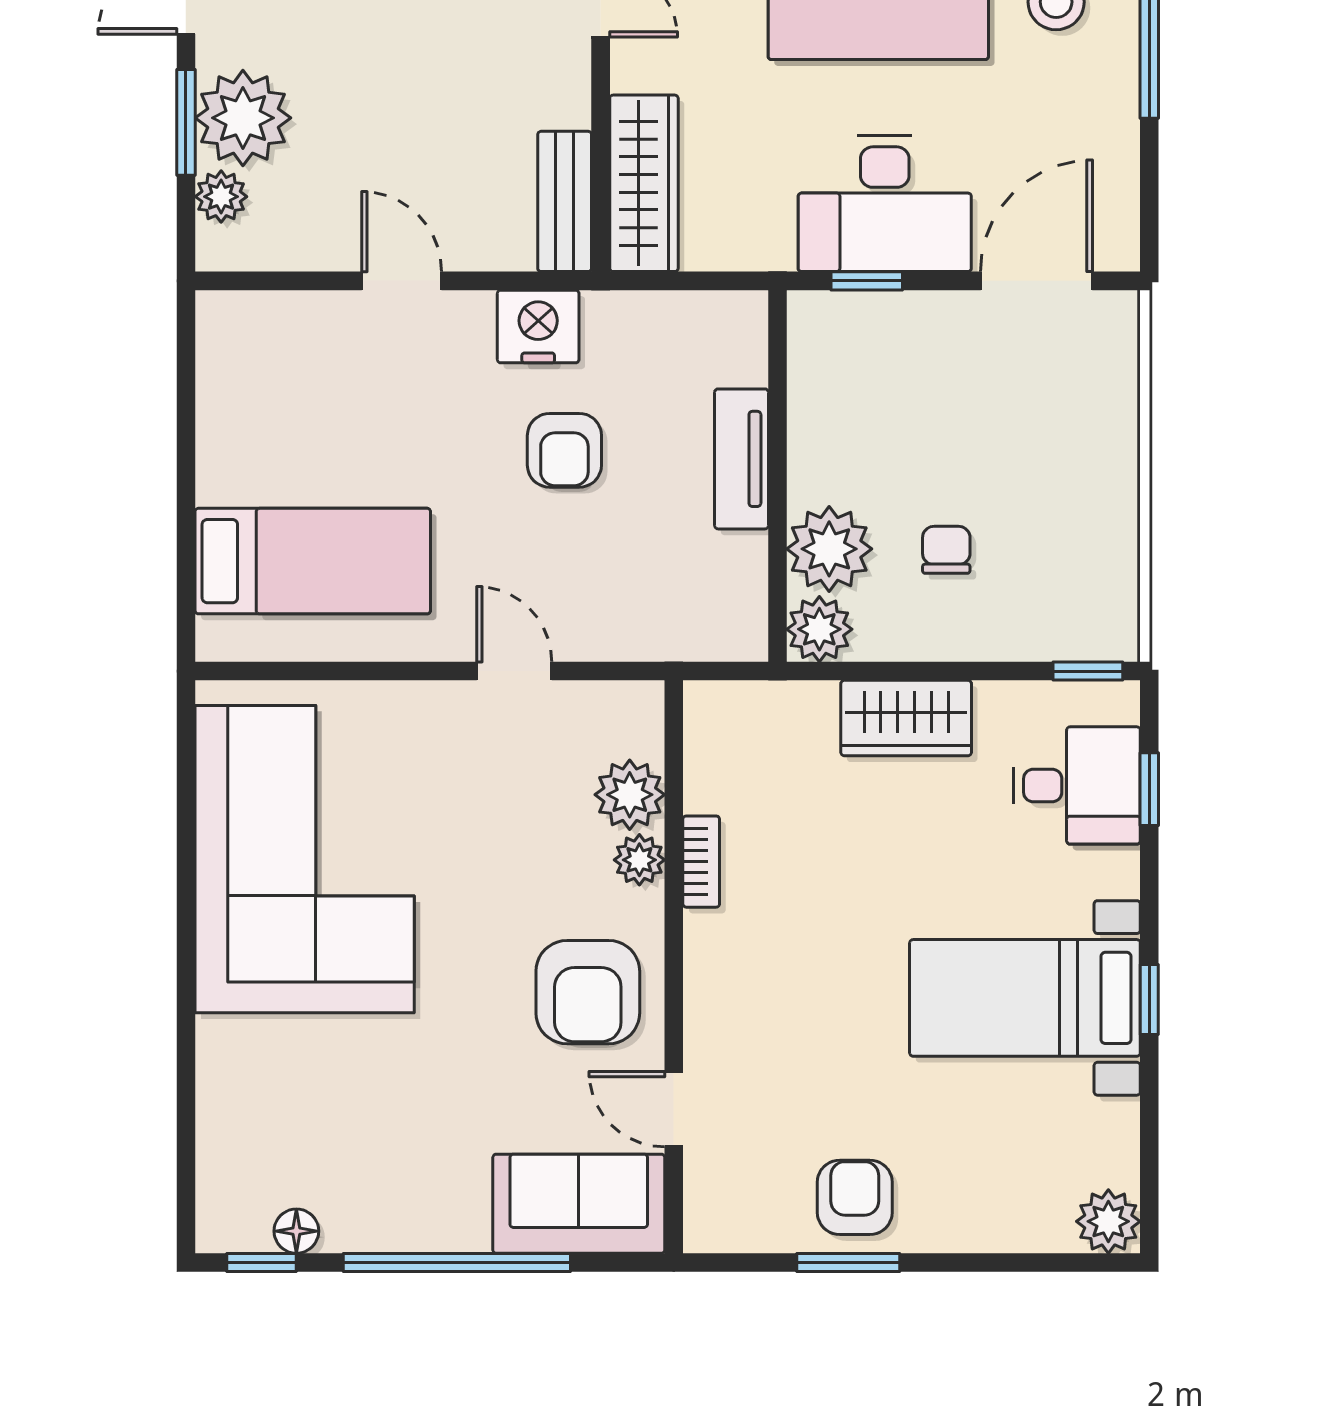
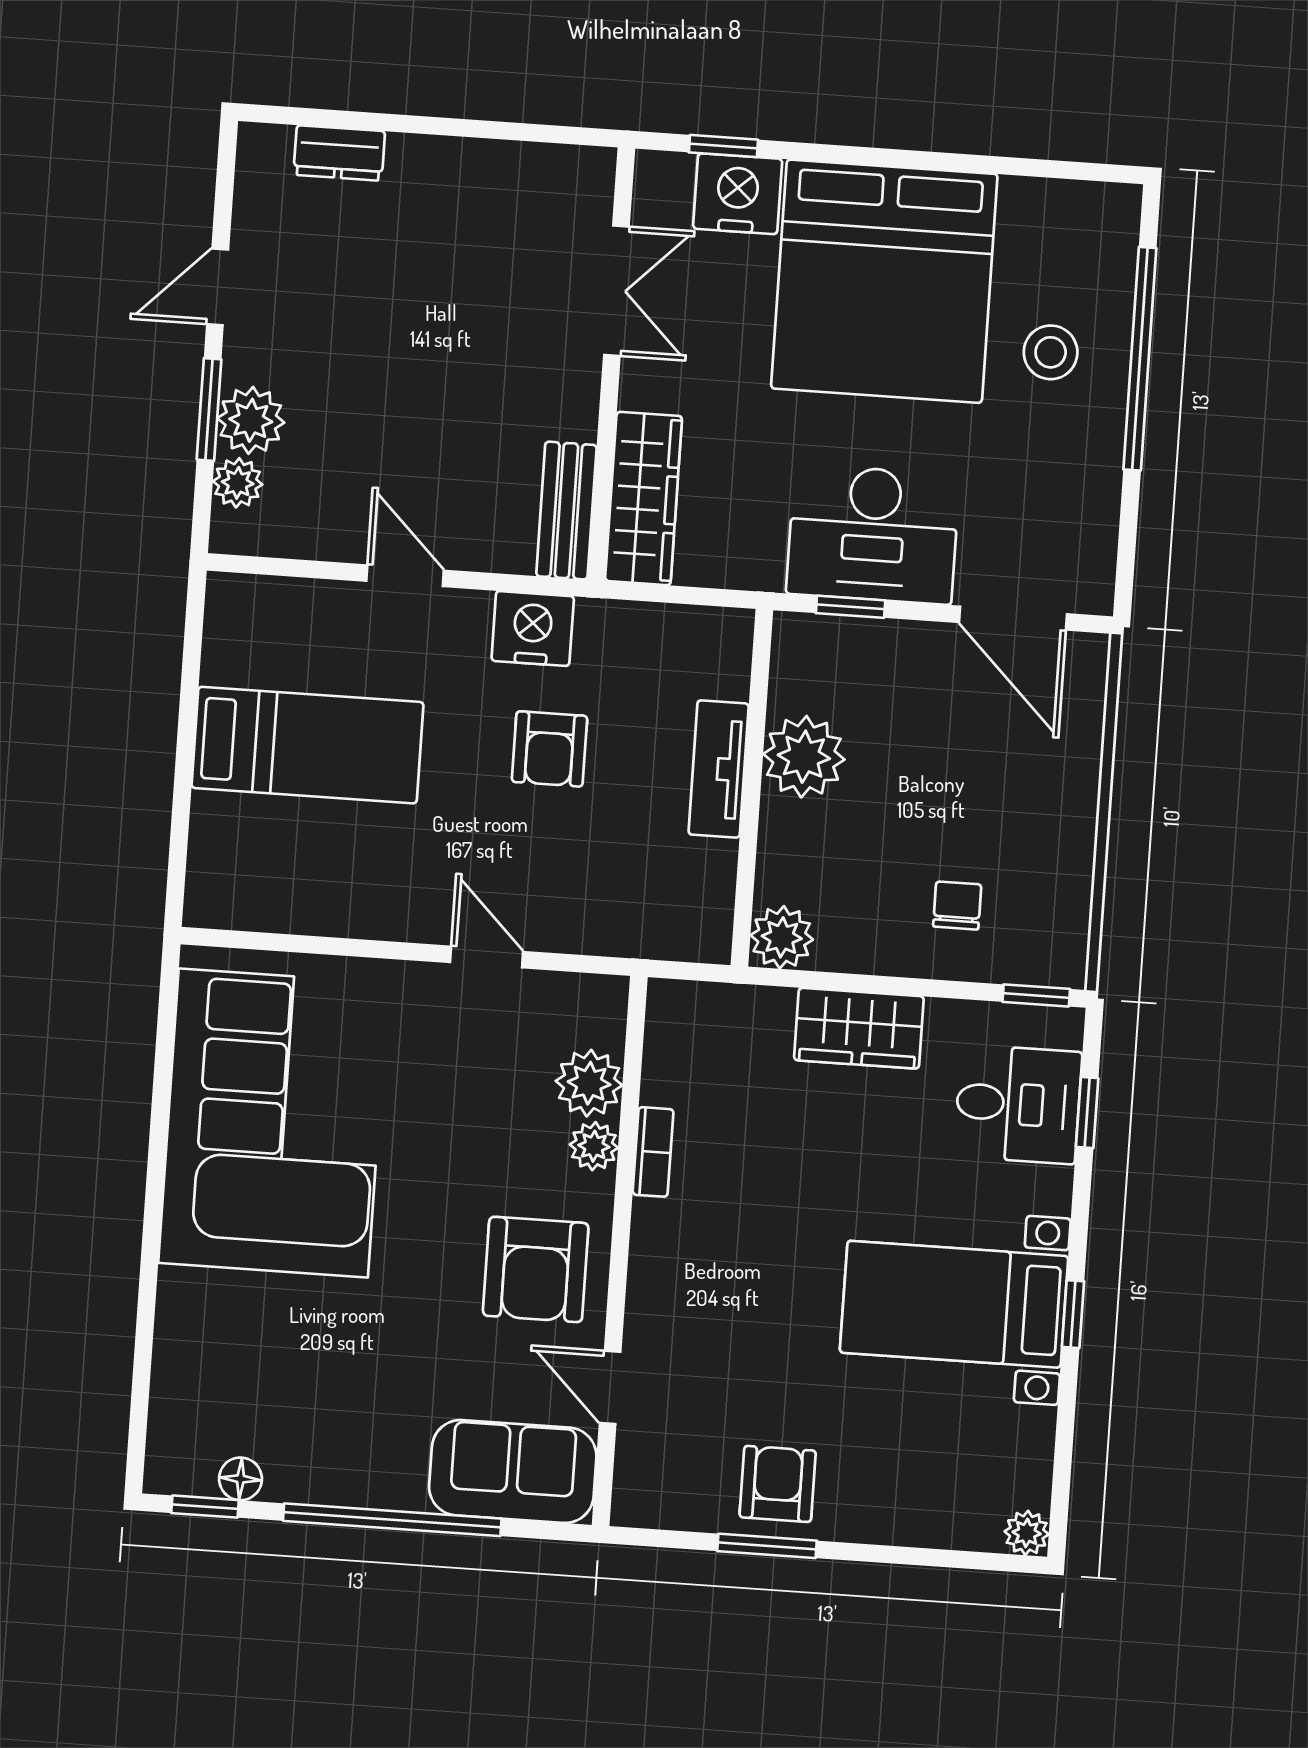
plant: (243, 118) -> (251, 420), width x0.73, depth x0.73
door: (1036, 281) -> (1013, 618), swing flipped
plant: (829, 549) -> (804, 757), moved
chair: (946, 550) -> (957, 905), moved
bed: (313, 561) -> (308, 745), moved
plant: (1108, 1221) -> (1027, 1533), width x0.73, depth x0.73

